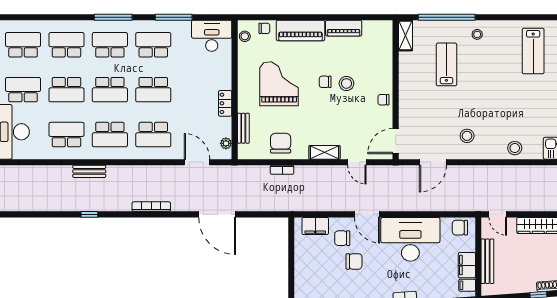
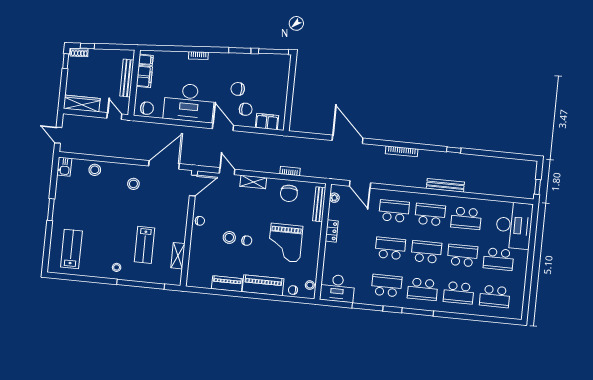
shelving: (405, 35) -> (178, 256), moved
school desk: (153, 45) -> (387, 286), turned 180
bench: (243, 128) -> (319, 204), width x1.36
door: (433, 162) -> (164, 165), width x1.36
bench: (89, 171) -> (445, 185), width x1.36

